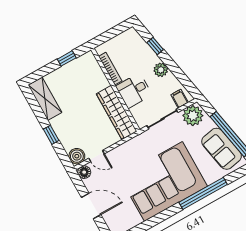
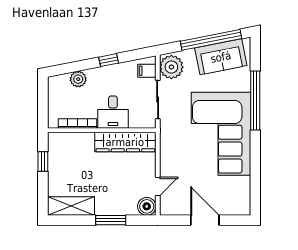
window: (155, 46) -> (109, 60), moved
plant: (161, 70) -> (78, 79), moved
window: (51, 135) -> (111, 220), width x1.50
floor lamp: (84, 172) -> (167, 208), removed
door: (91, 206) -> (205, 220), hinge flipped

